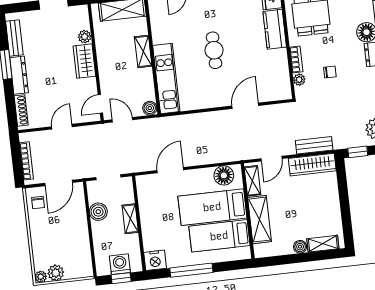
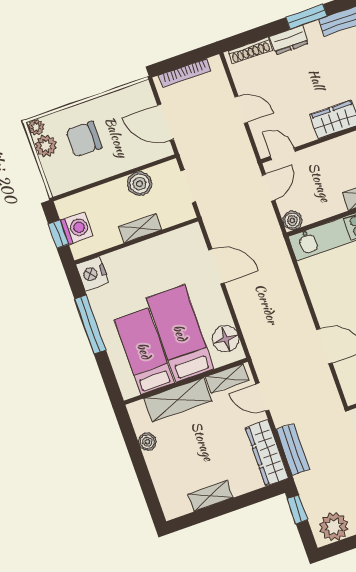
dresser: (19, 75) -> (289, 40), width x0.70
chair: (38, 203) -> (84, 139), moved, width x1.87, depth x1.87
shelving: (323, 244) -> (211, 496), moved, turned 90
boiler: (300, 247) -> (147, 442), moved

